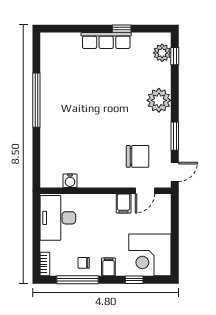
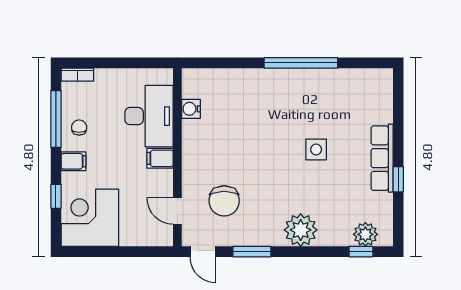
side table: (100, 89) -> (316, 149), added
filing cabinet: (124, 203) -> (160, 158), moved
desk: (58, 218) -> (149, 116), moved, turned 90

